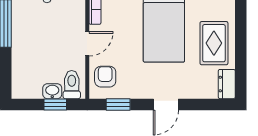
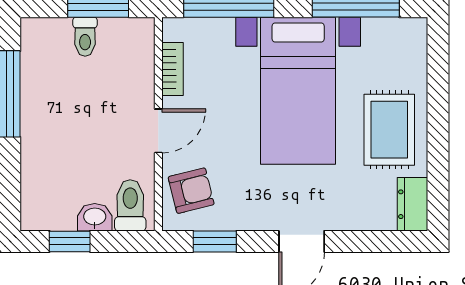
armchair: (105, 77) -> (191, 191), turned 76
window: (55, 104) -> (70, 241), moved

